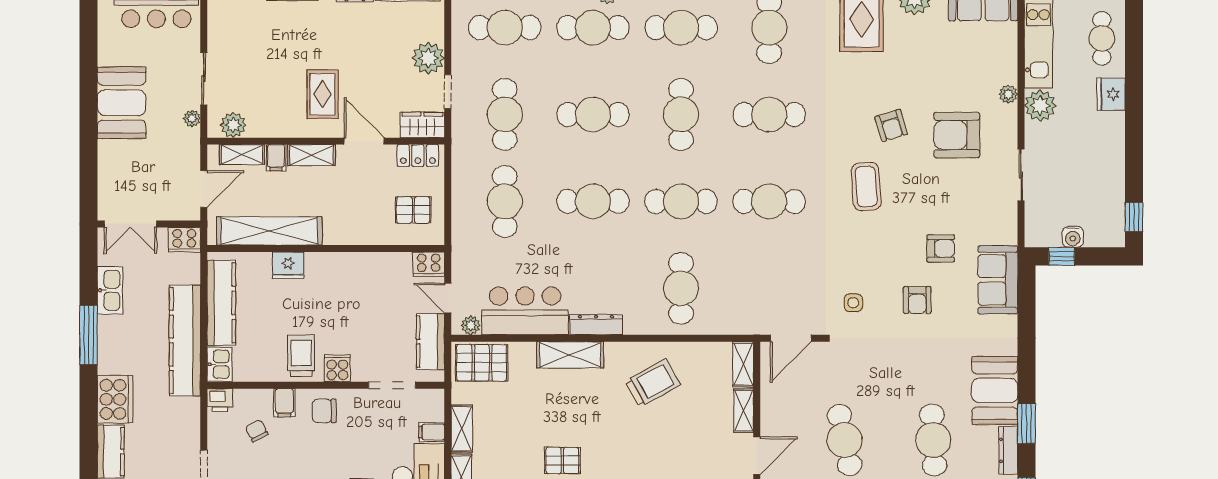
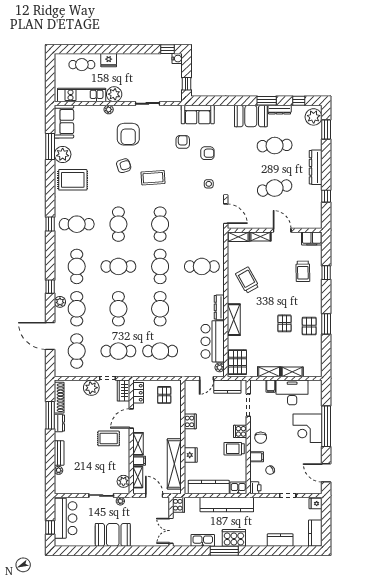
double door: (130, 224) -> (171, 531), swing flipped
water cooler: (1073, 237) -> (177, 59), moved
cooker: (429, 264) -> (190, 421), moved
cooker: (115, 399) -> (234, 538), moved

